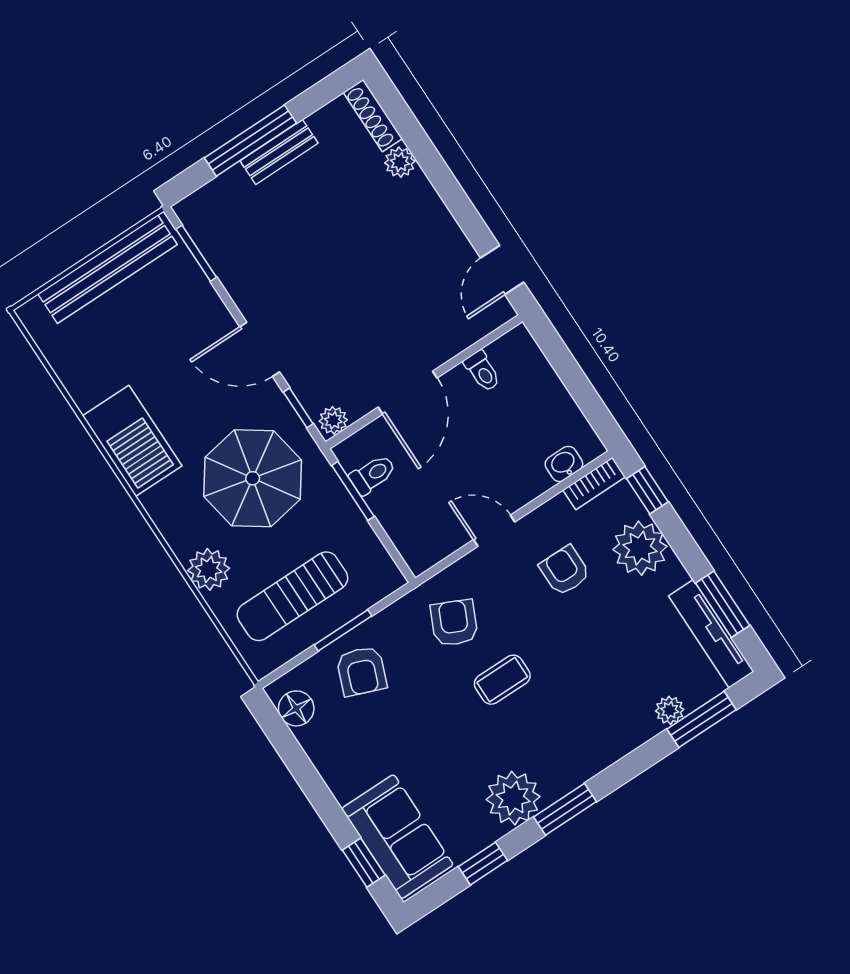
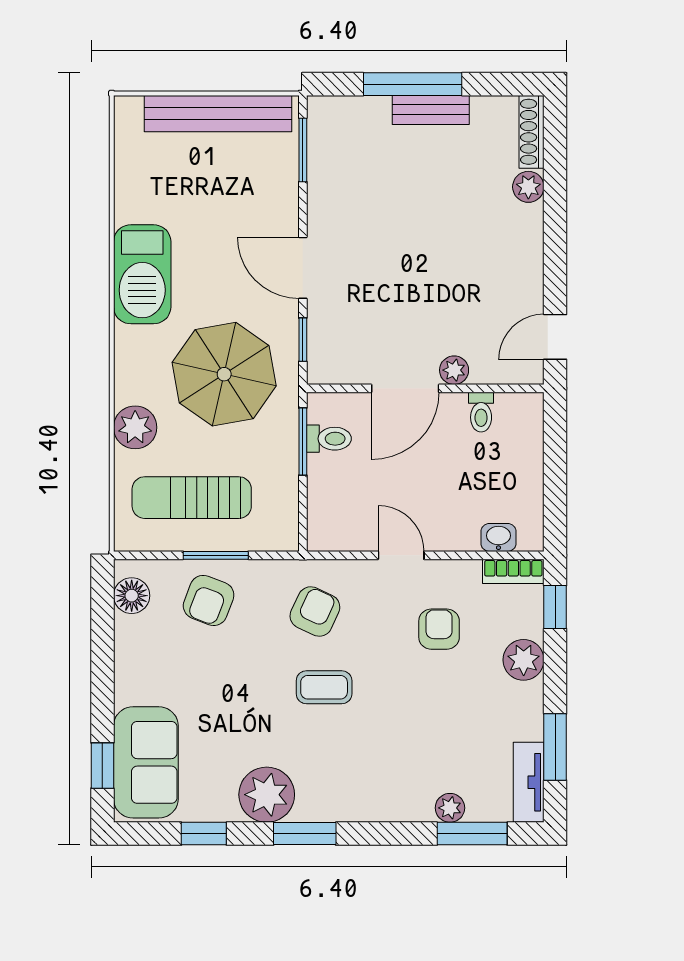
plant: (333, 420) -> (454, 370), moved
plant: (640, 548) -> (524, 660), width x0.73, depth x0.73
tv unit: (711, 634) -> (529, 782), width x0.71

